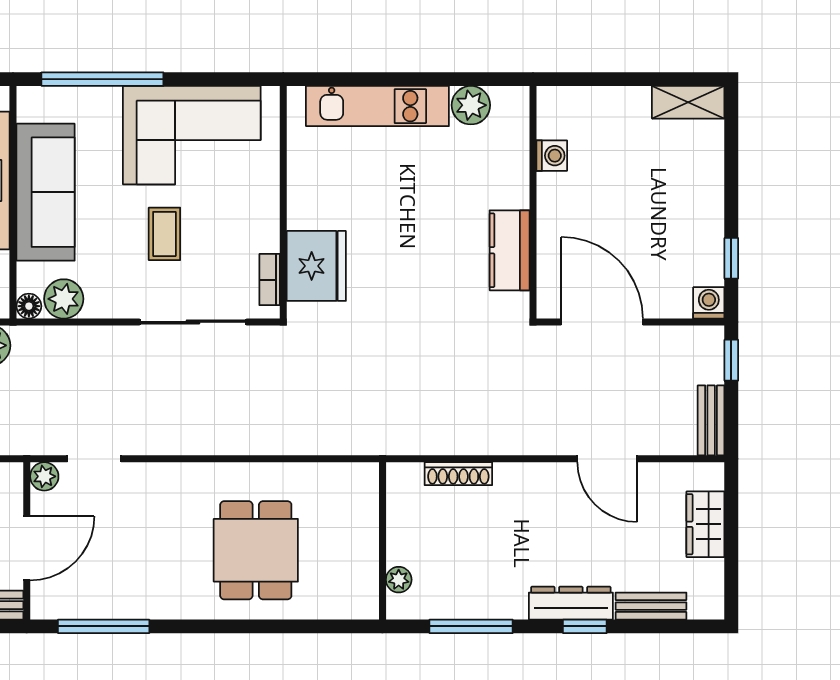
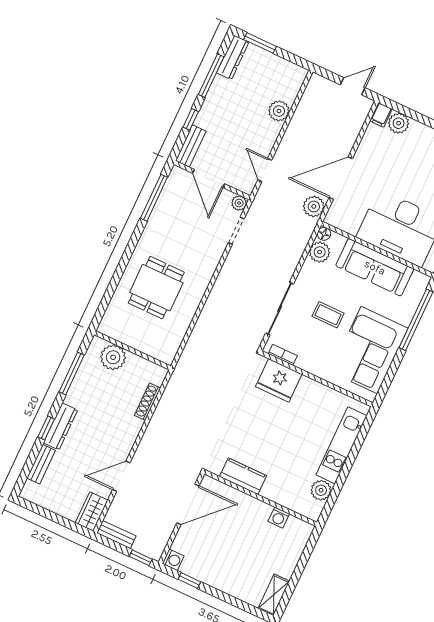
wardrobe: (705, 524) -> (92, 512), moved, turned -90
dining table: (256, 550) -> (156, 288), turned 90
plant: (399, 580) -> (113, 357), width x1.88, depth x1.88

